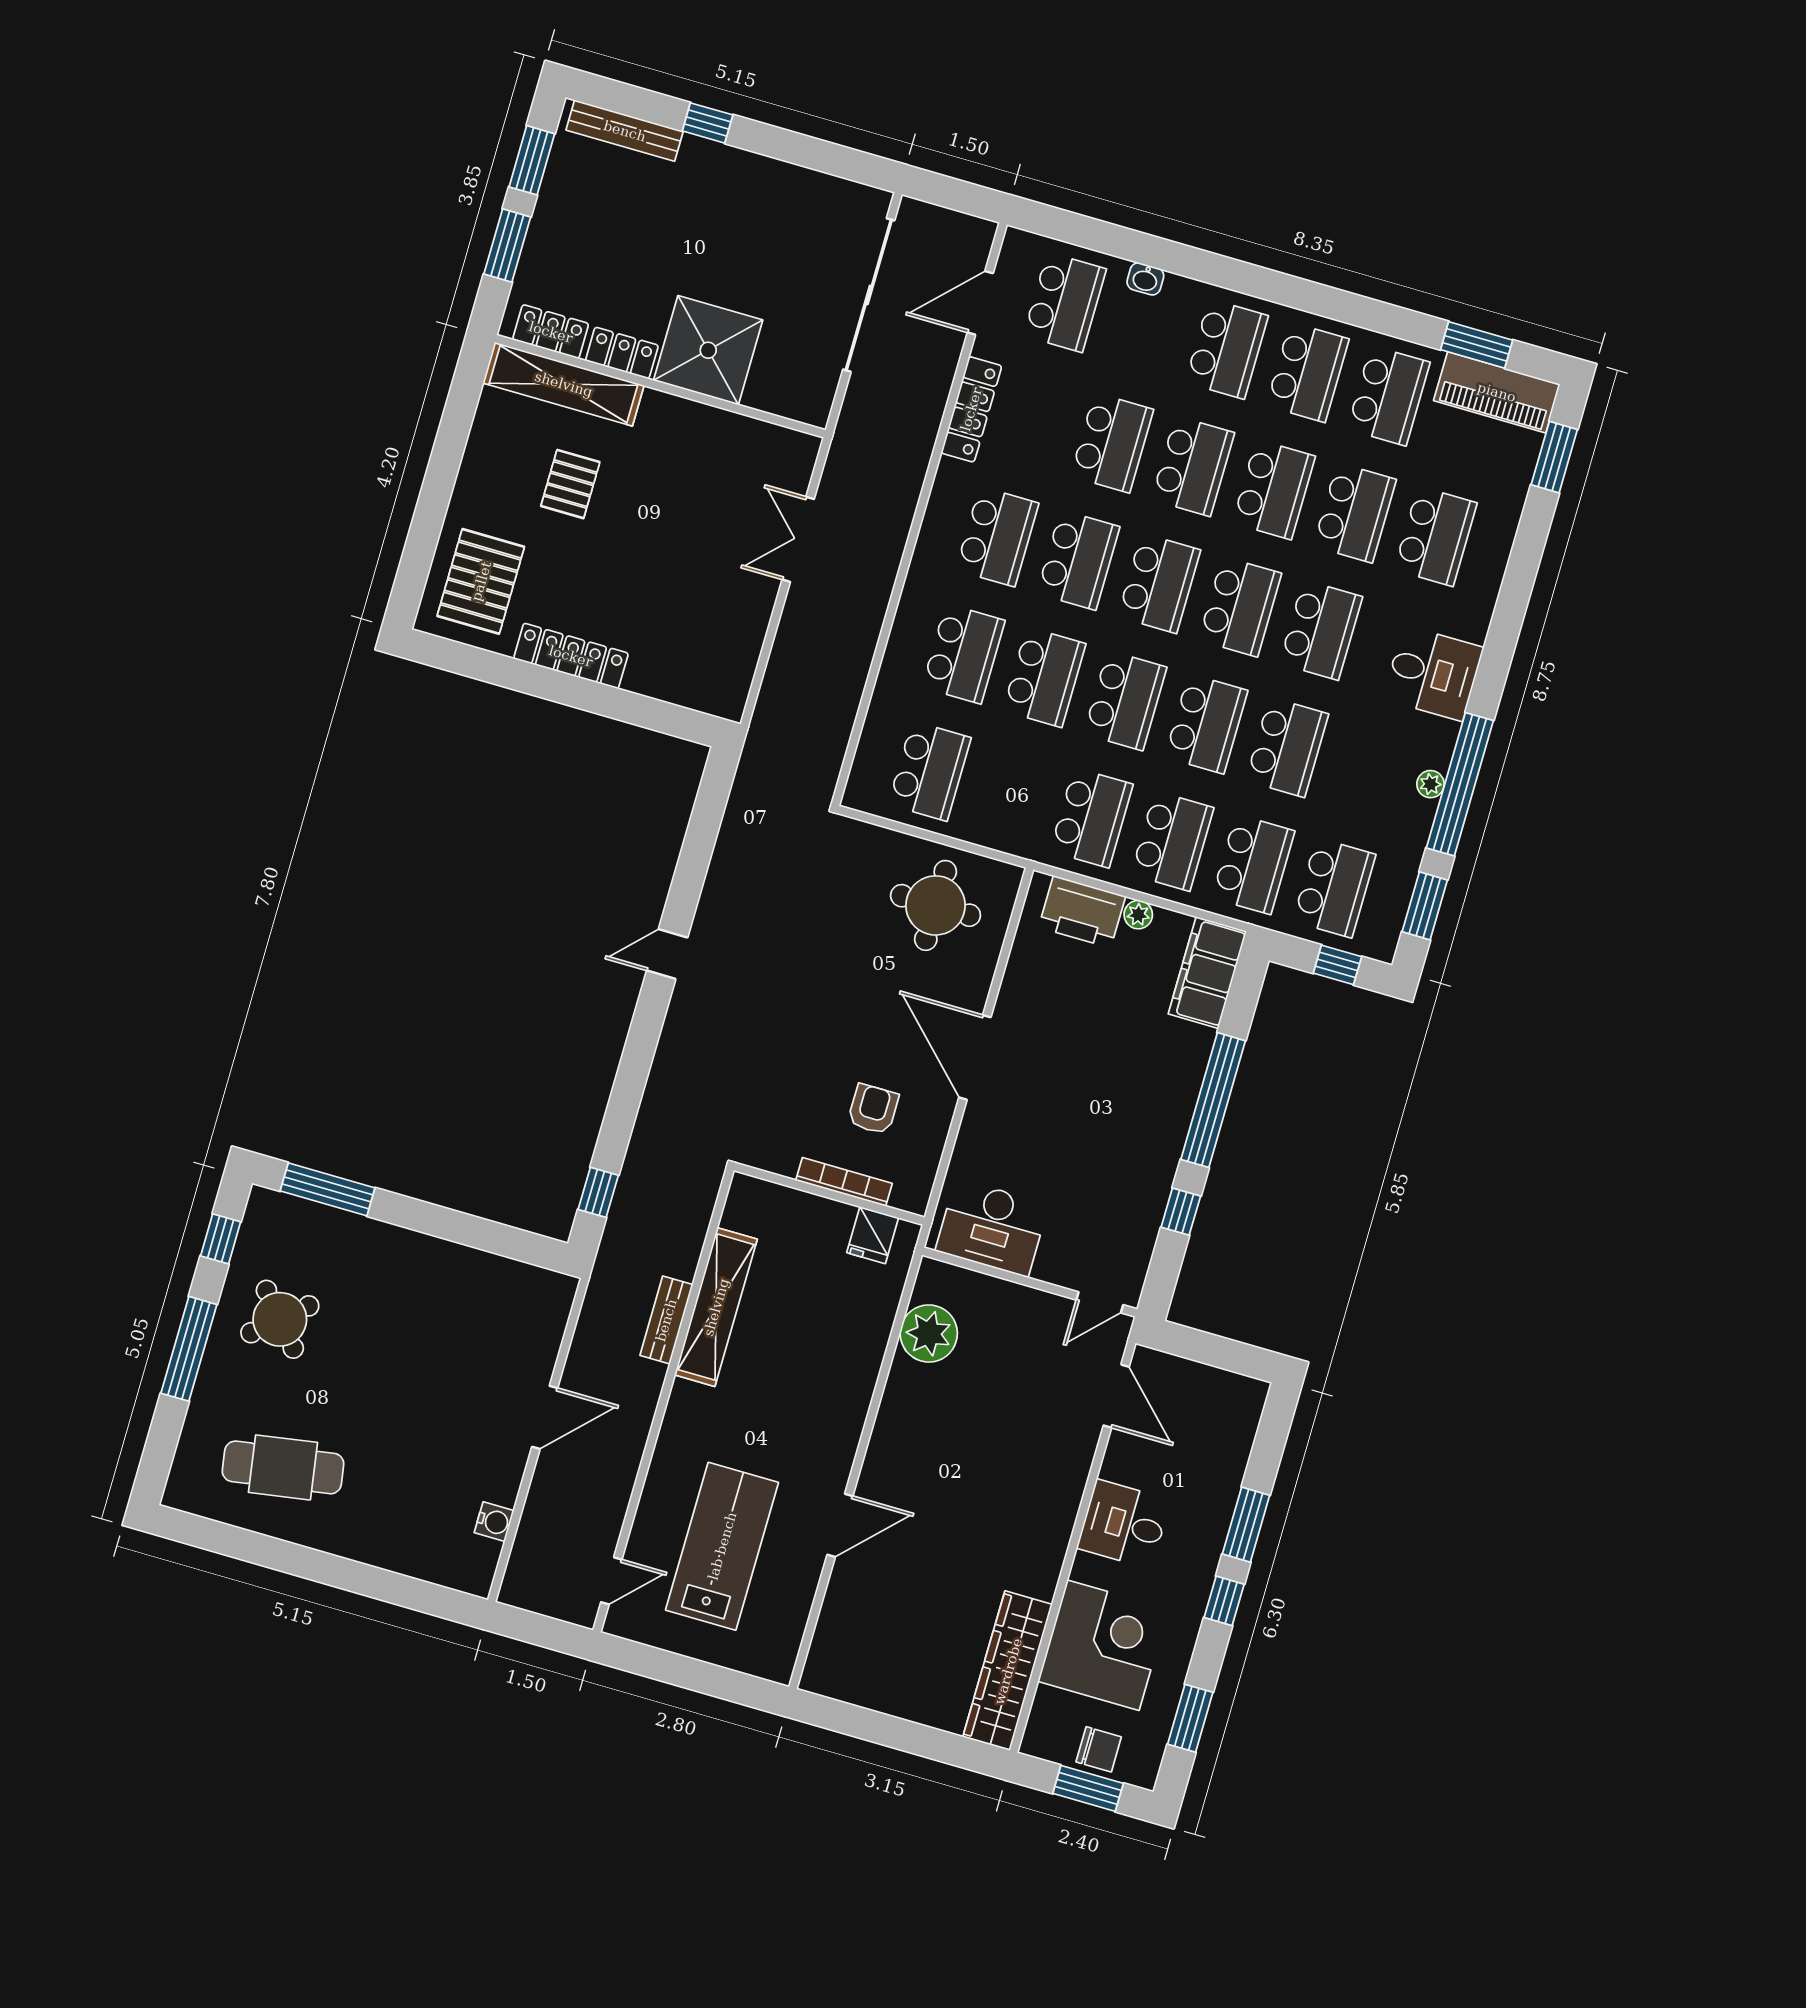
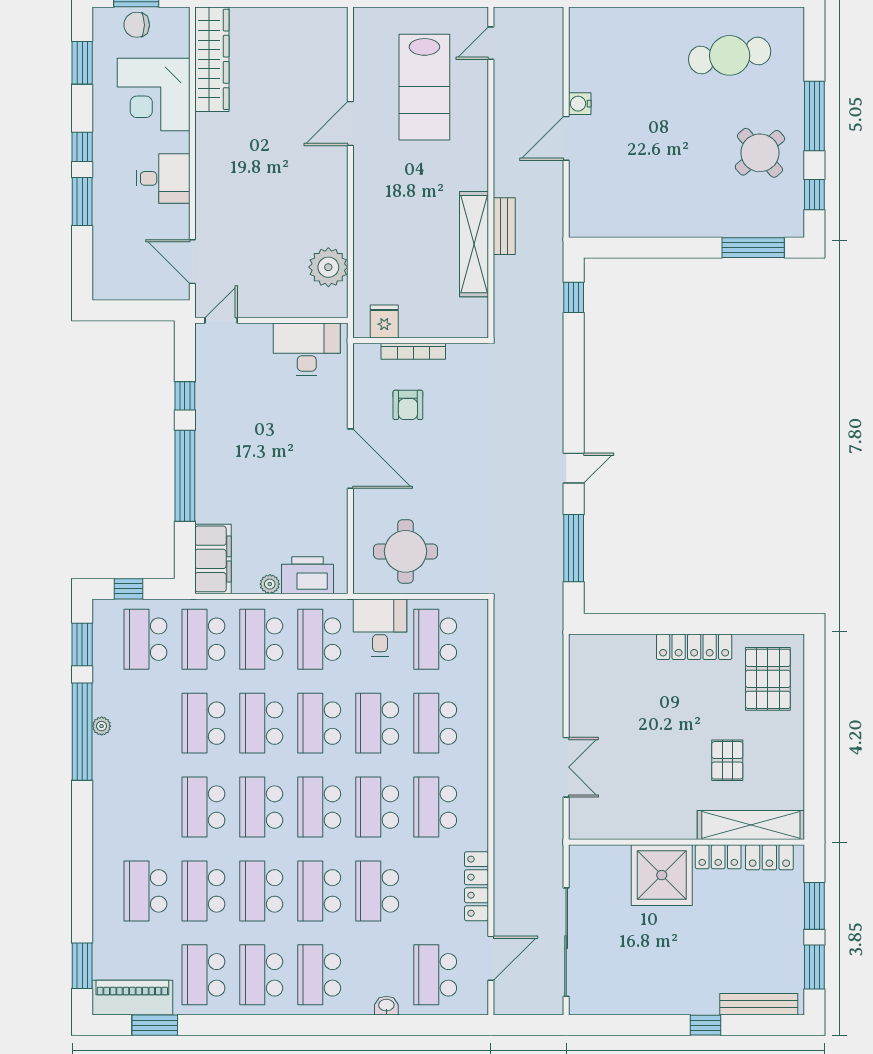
desk: (1433, 673) -> (380, 628), moved, turned 90
window: (699, 842) -> (574, 548), added
water cooler: (494, 1522) -> (580, 104), moved

